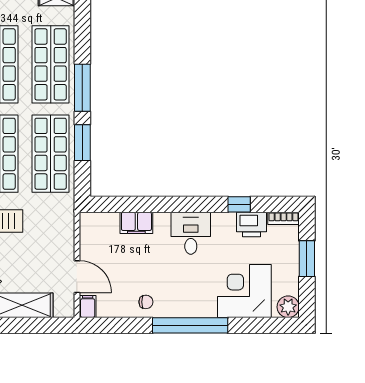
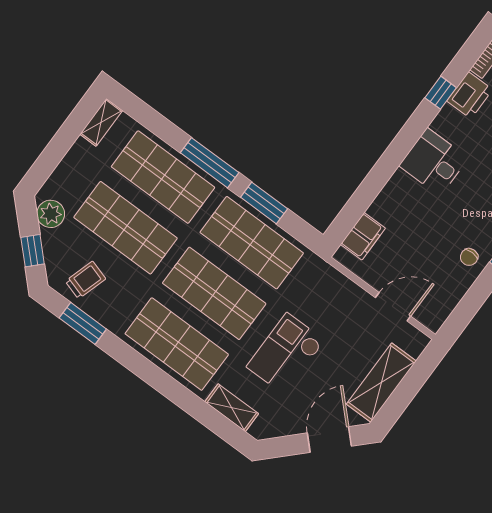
filing cabinet: (136, 223) -> (363, 236), moved
chair: (146, 302) -> (469, 257), turned 180
filing cabinet: (88, 307) -> (431, 318), removed

